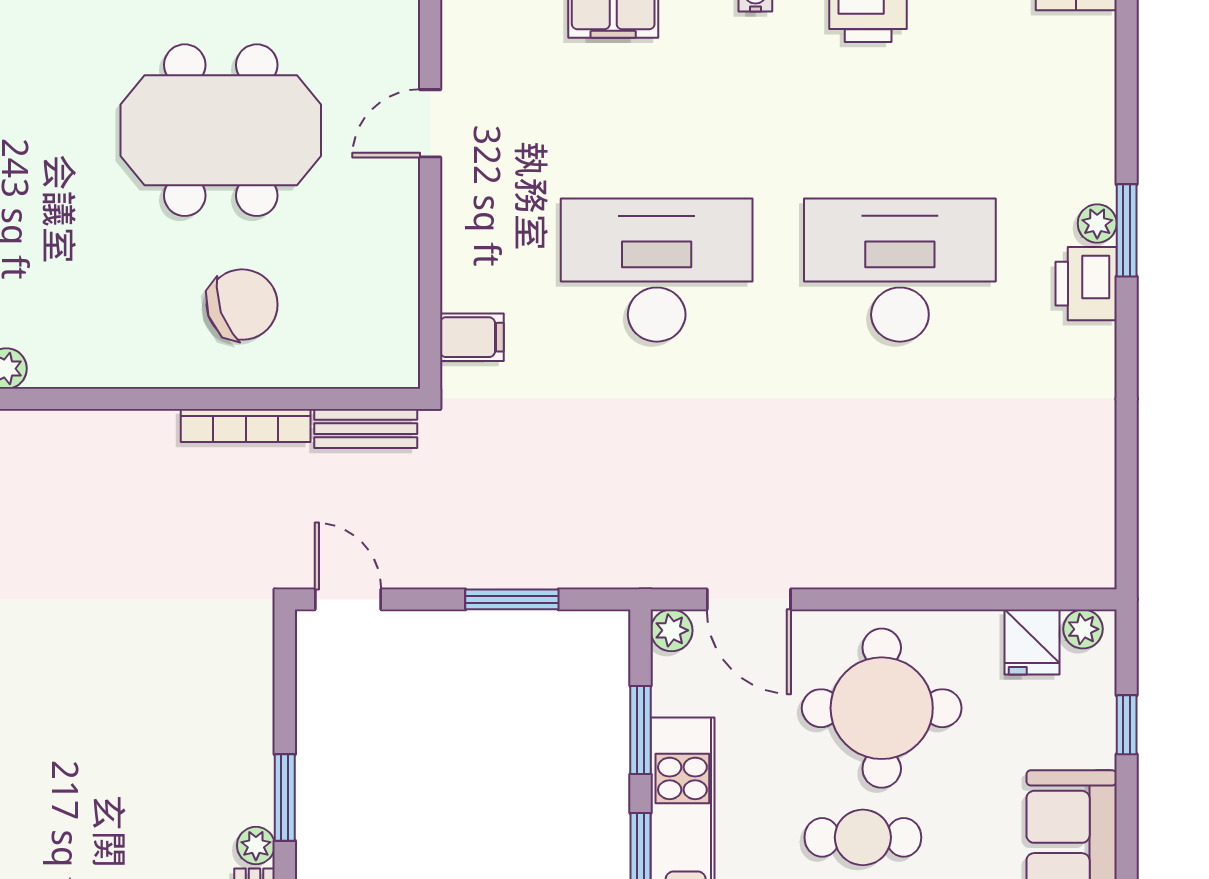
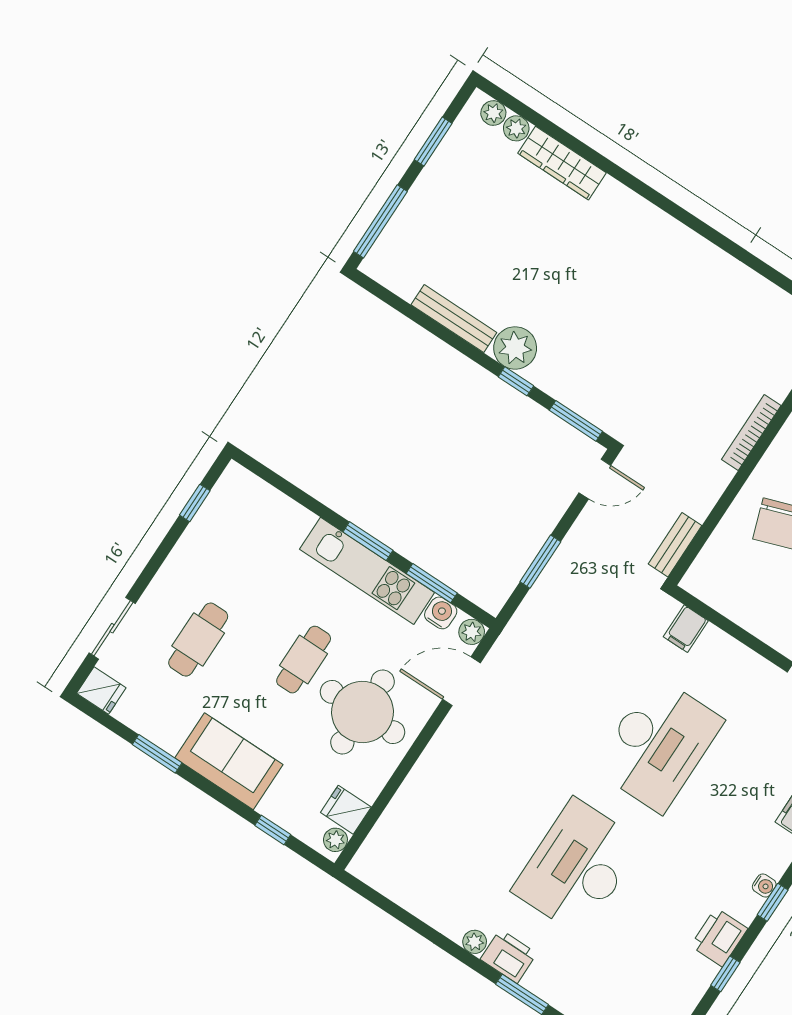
plant: (1097, 223) -> (475, 942), moved
desk: (900, 270) -> (577, 867), turned 180
bookcase: (246, 426) -> (751, 432), moved
window: (285, 679) -> (576, 421), added
water cooler: (673, 690) -> (441, 613), added
window: (285, 798) -> (516, 381), width x0.67
plant: (256, 846) -> (515, 348), width x1.88, depth x1.88

